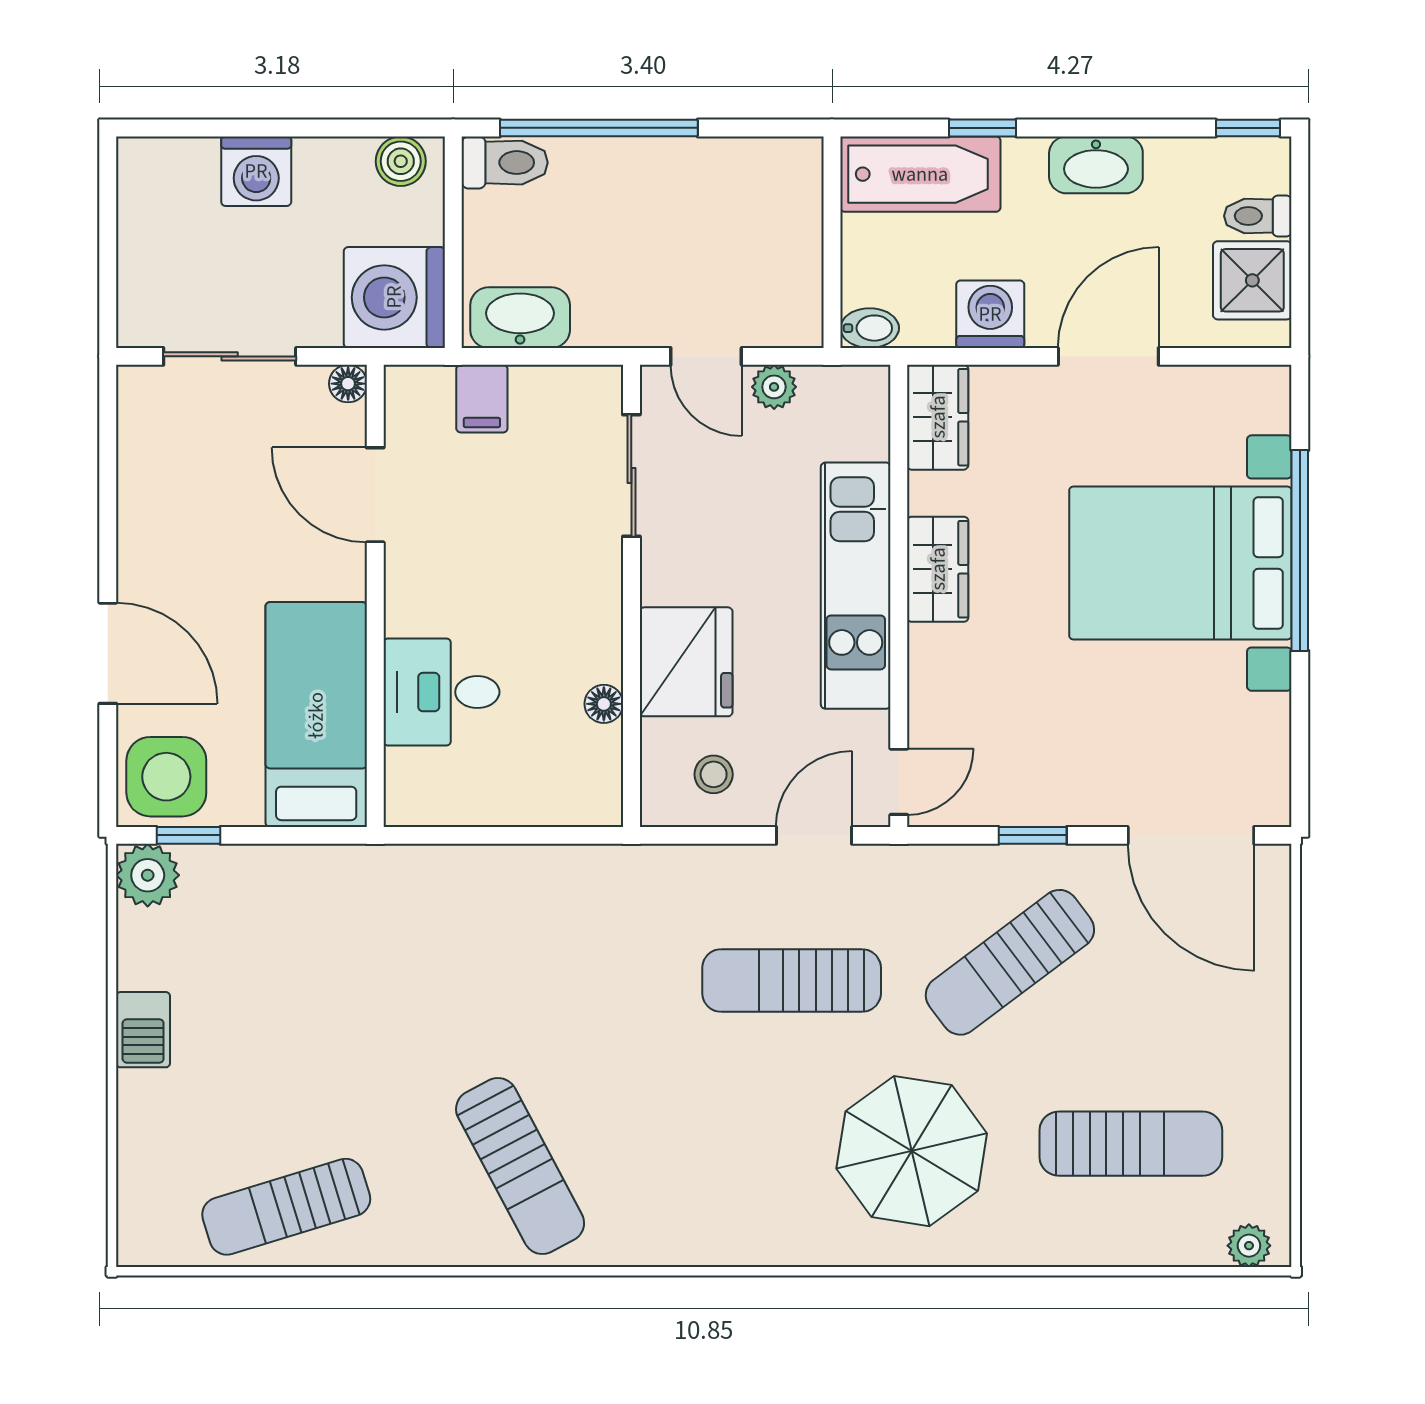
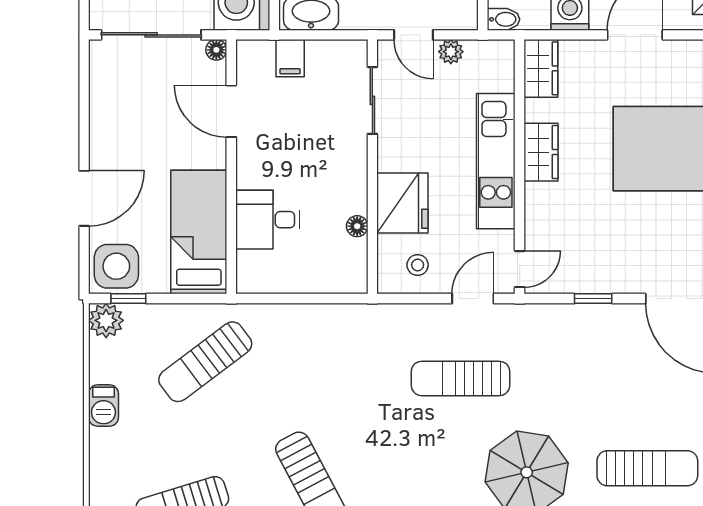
sliding door: (230, 356) -> (151, 35), width x1.37
door: (108, 653) -> (84, 198), hinge flipped
sun lounger: (1010, 962) -> (205, 362), moved

